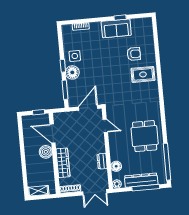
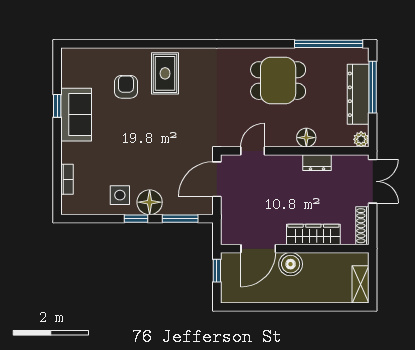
door: (88, 108) -> (217, 179), hinge flipped
floor lamp: (116, 166) -> (306, 138), moved

